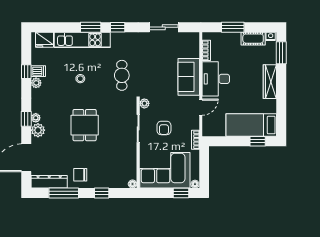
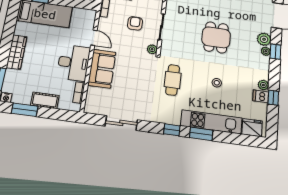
window: (233, 27) -> (25, 110), moved
cot: (253, 39) -> (45, 100), moved
door: (201, 107) -> (94, 38), swing flipped

